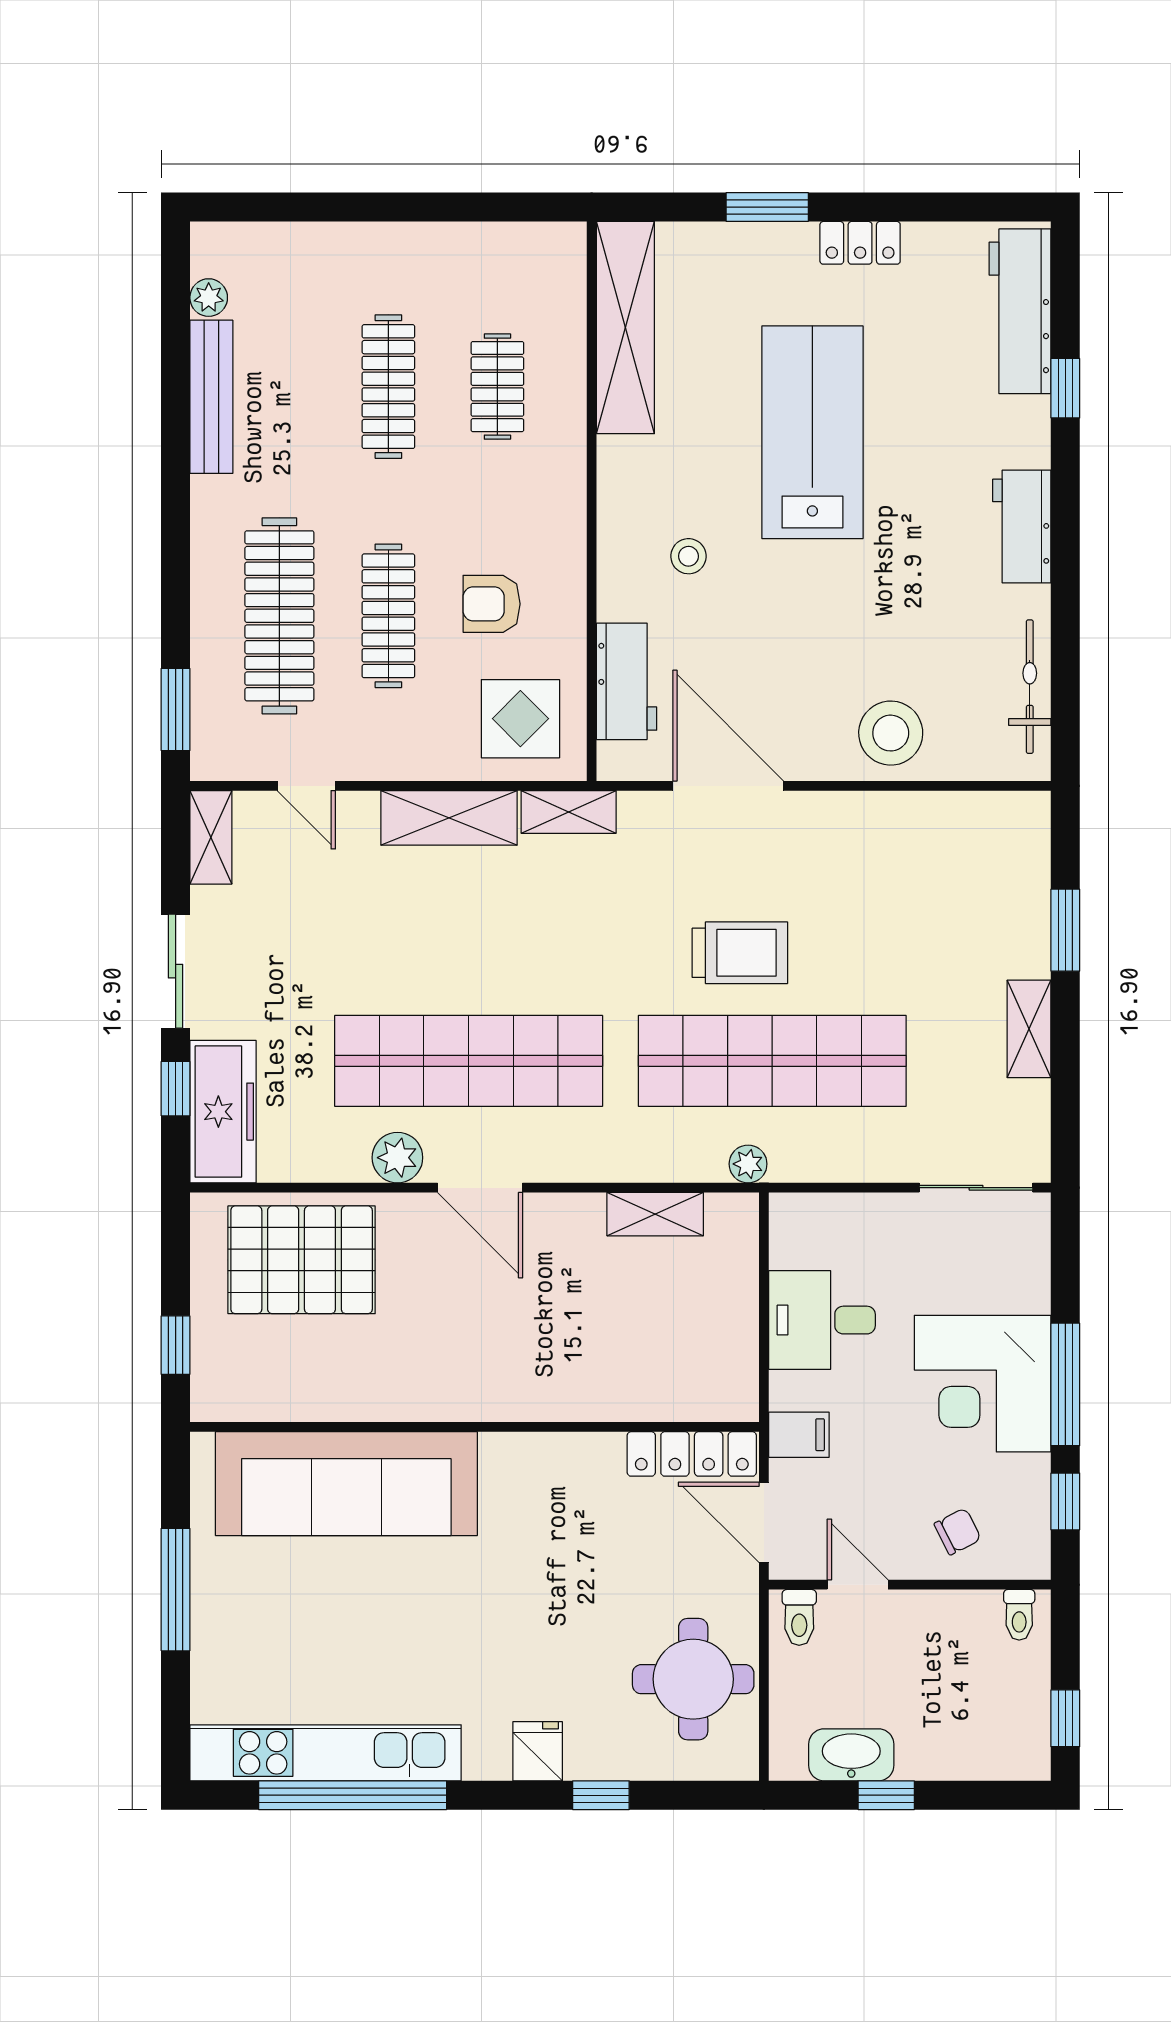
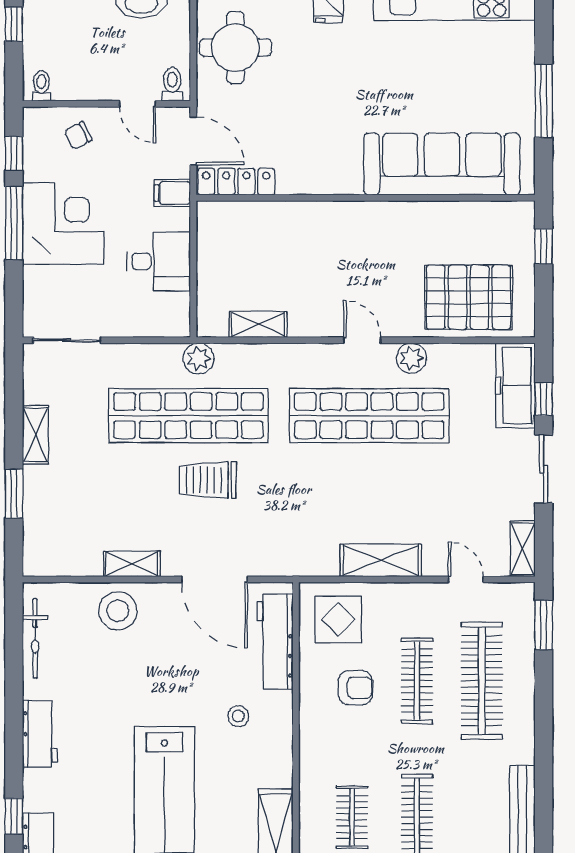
workbench: (627, 681) -> (275, 642), width x1.38
shelving: (569, 812) -> (132, 564), moved
plant: (748, 1164) -> (199, 358), width x1.38, depth x1.38
door: (480, 1188) -> (362, 340), width x0.73

